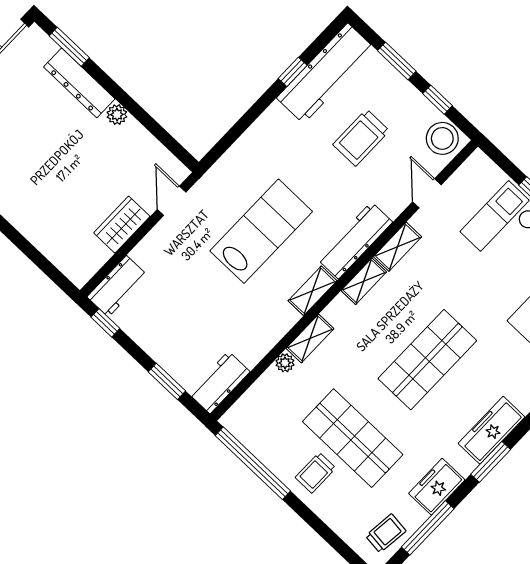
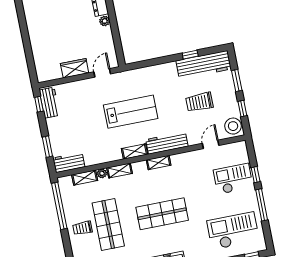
shelving: (397, 247) -> (85, 178), moved
workbench: (117, 286) -> (49, 103), moved, turned -90

